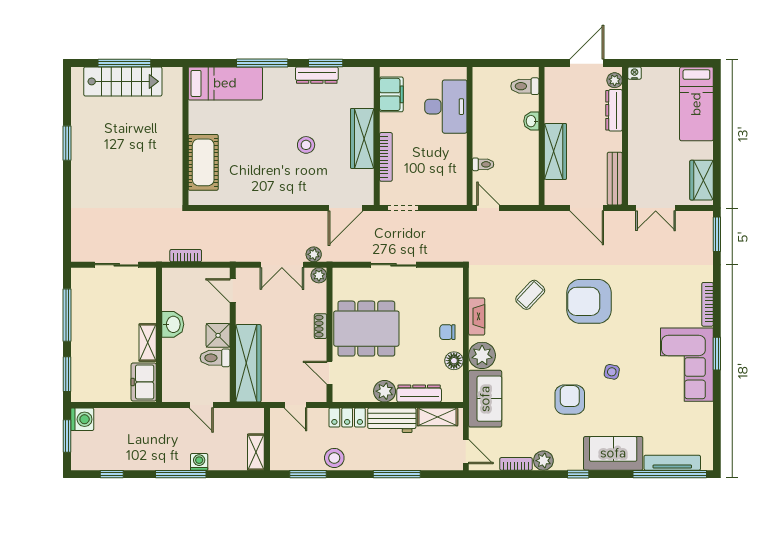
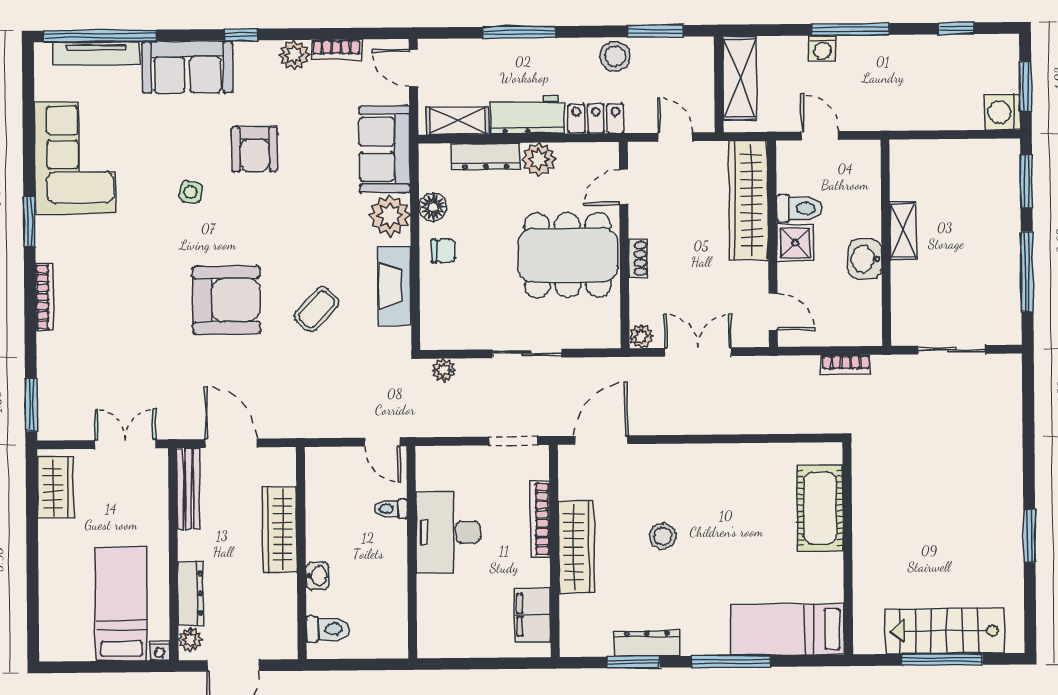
bed: (696, 104) -> (121, 604), moved
desk: (446, 107) -> (448, 532), moved
plant: (314, 254) -> (443, 370), moved
fireplace: (477, 316) -> (395, 286), width x1.37, depth x1.32
corner sofa: (687, 365) -> (75, 158), moved
door: (329, 373) -> (624, 187), swing flipped
freezer: (144, 382) -> (909, 170), removed
shelving: (256, 452) -> (740, 78), width x1.50, depth x1.33

